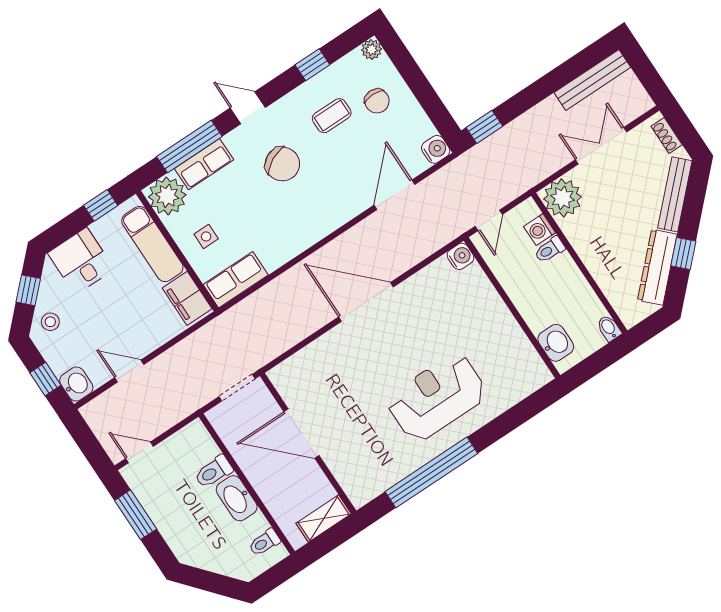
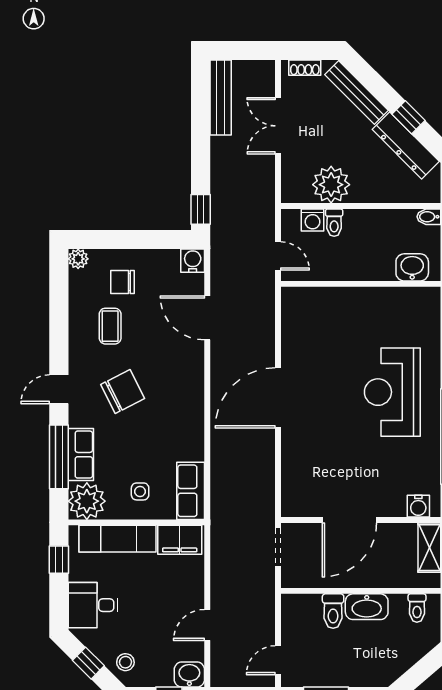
window: (312, 65) -> (59, 314), removed
chair: (377, 101) -> (122, 282), turned 180
plant: (563, 198) -> (331, 185), moved
water cooler: (461, 256) -> (418, 506), moved, turned 180

